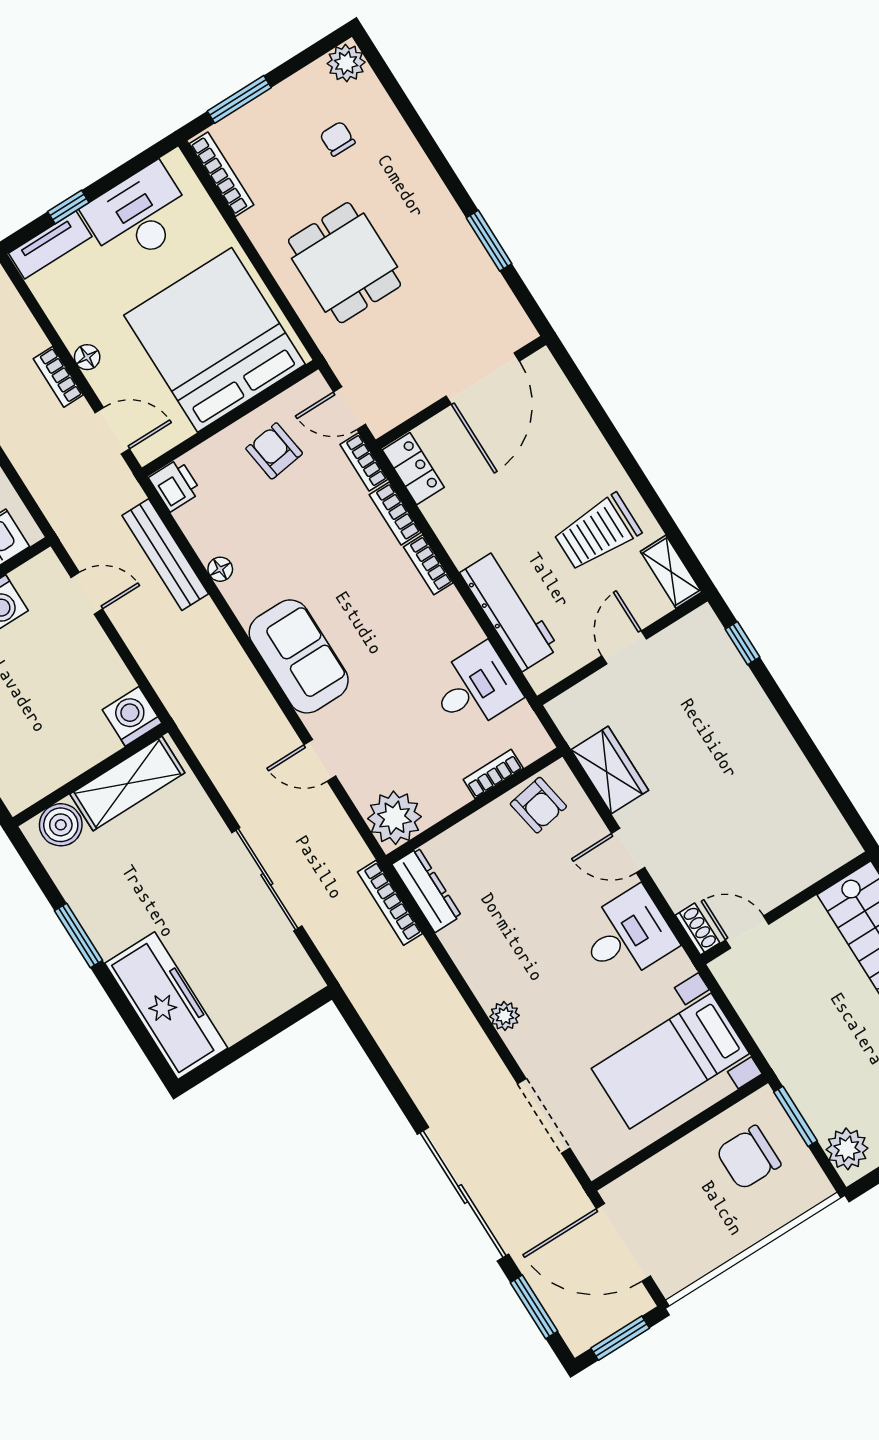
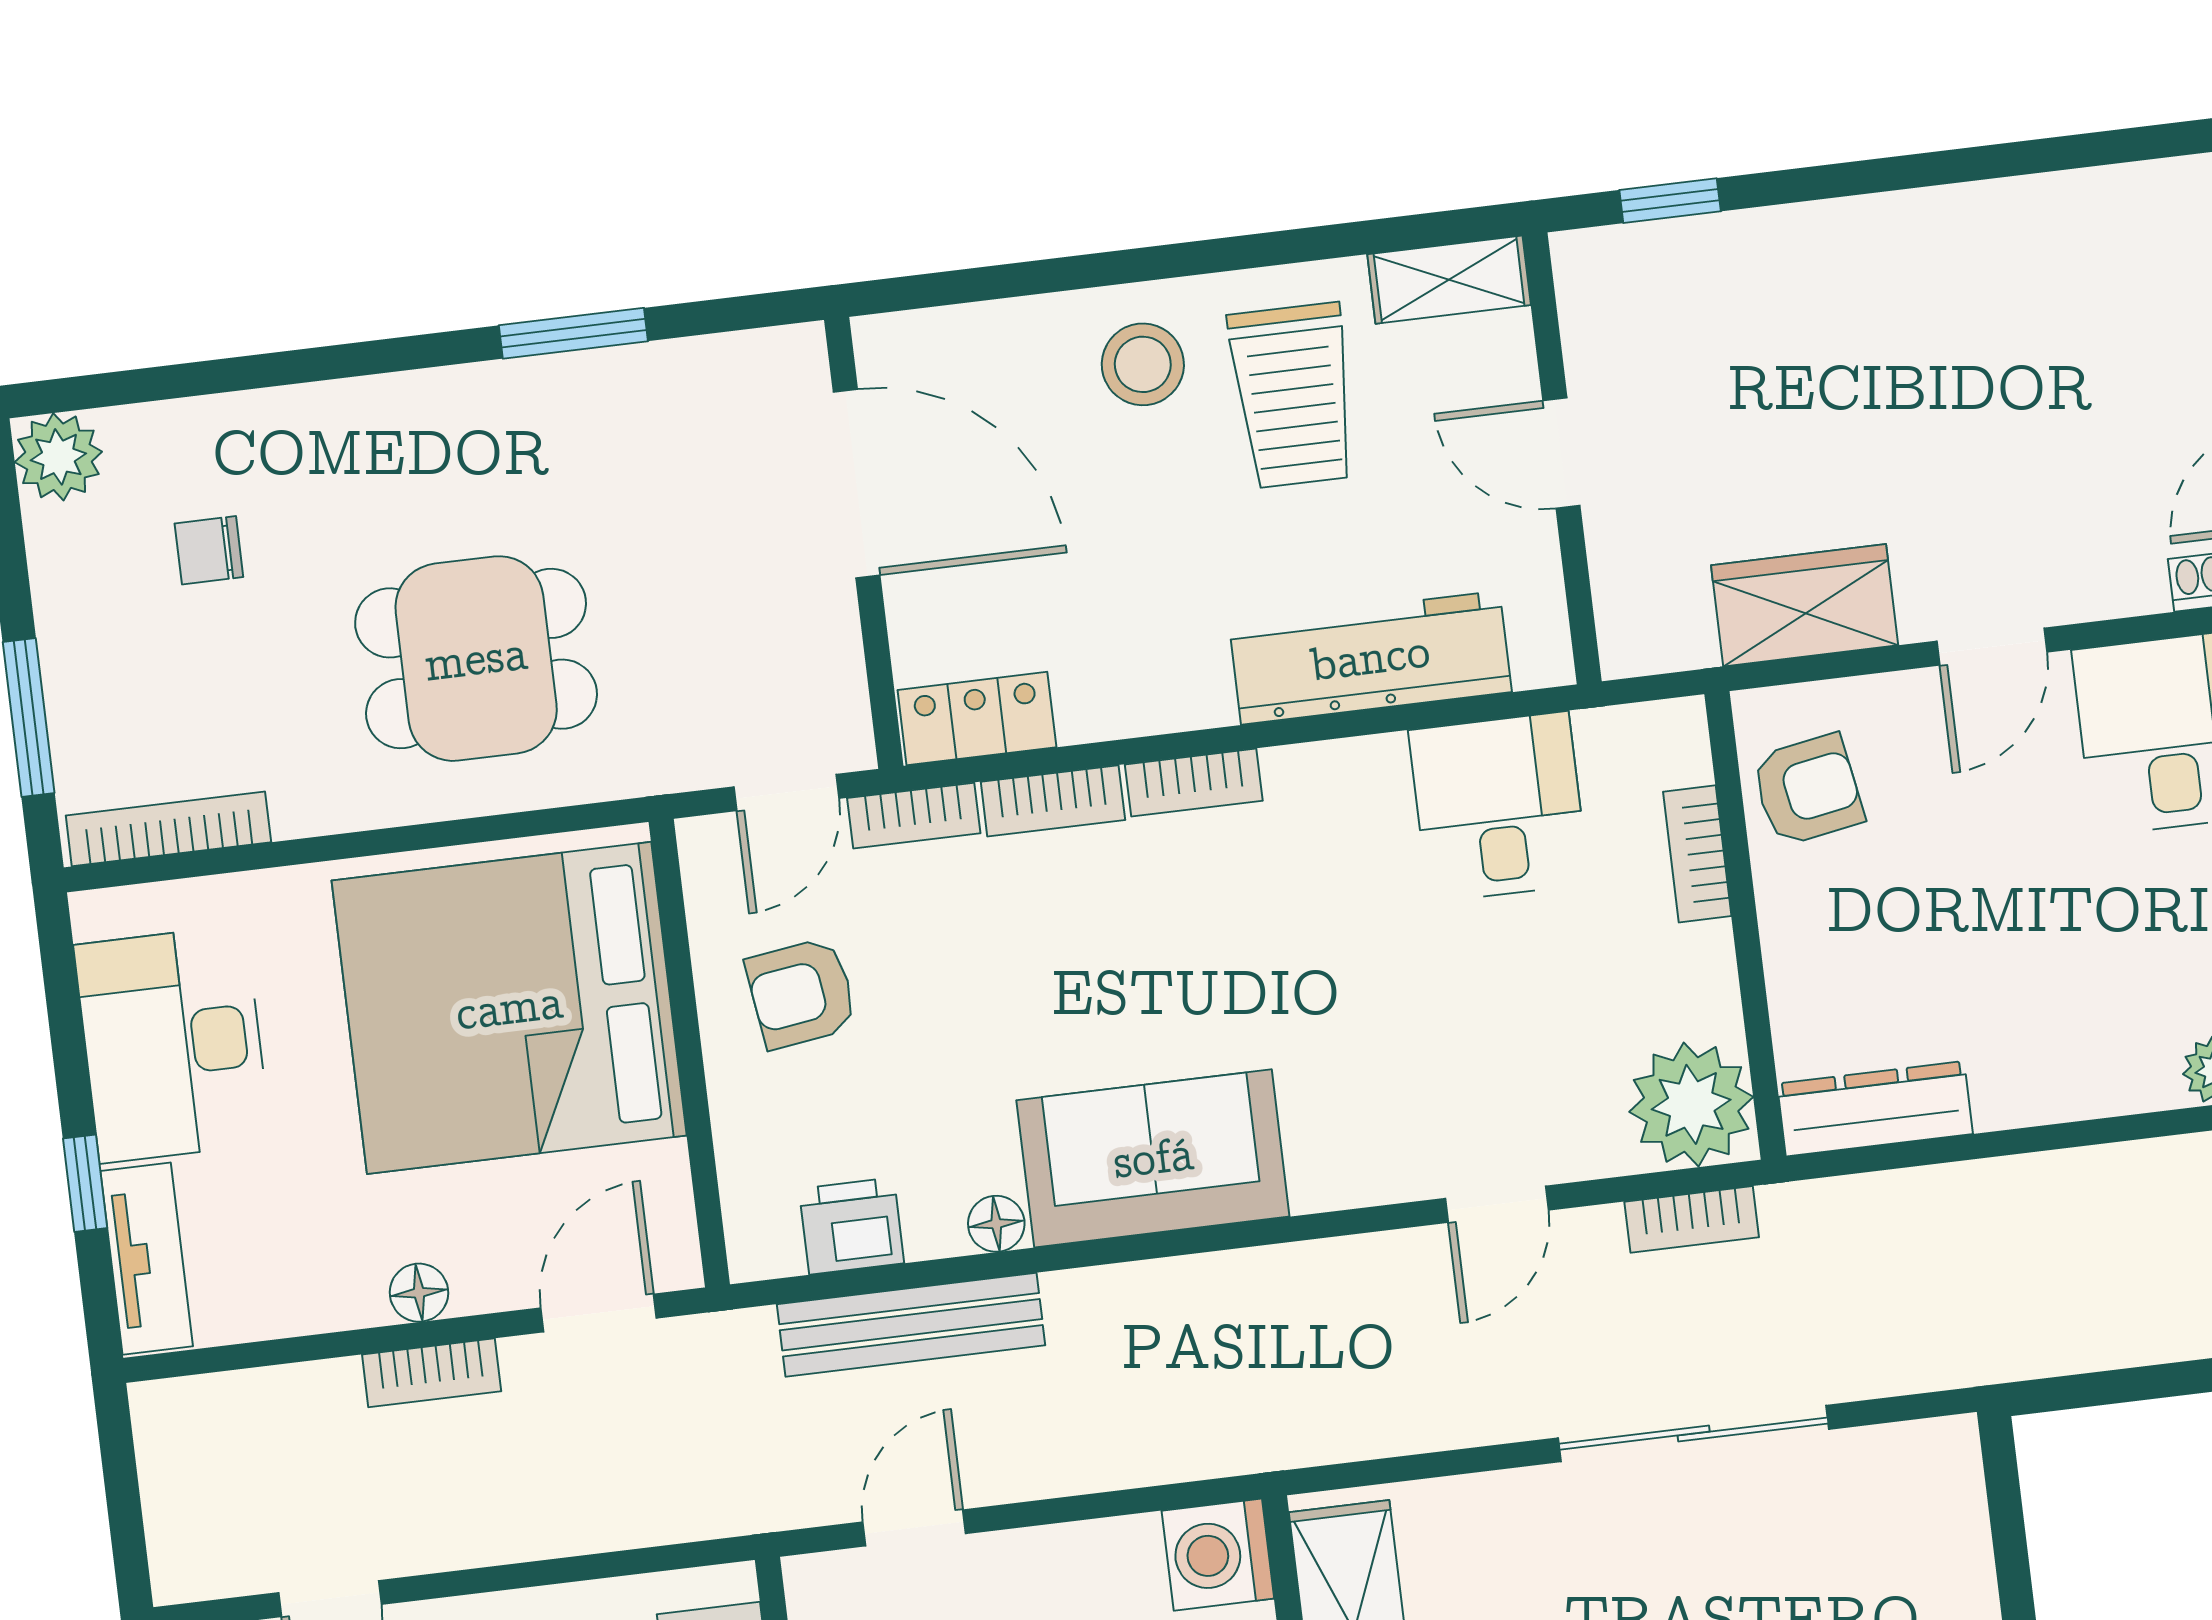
stool: (582, 468) -> (1143, 364), added
printer: (175, 485) -> (852, 1226), moved
sofa: (299, 656) -> (1153, 1158), moved
bookcase: (390, 903) -> (1692, 1219), moved, width x0.64

